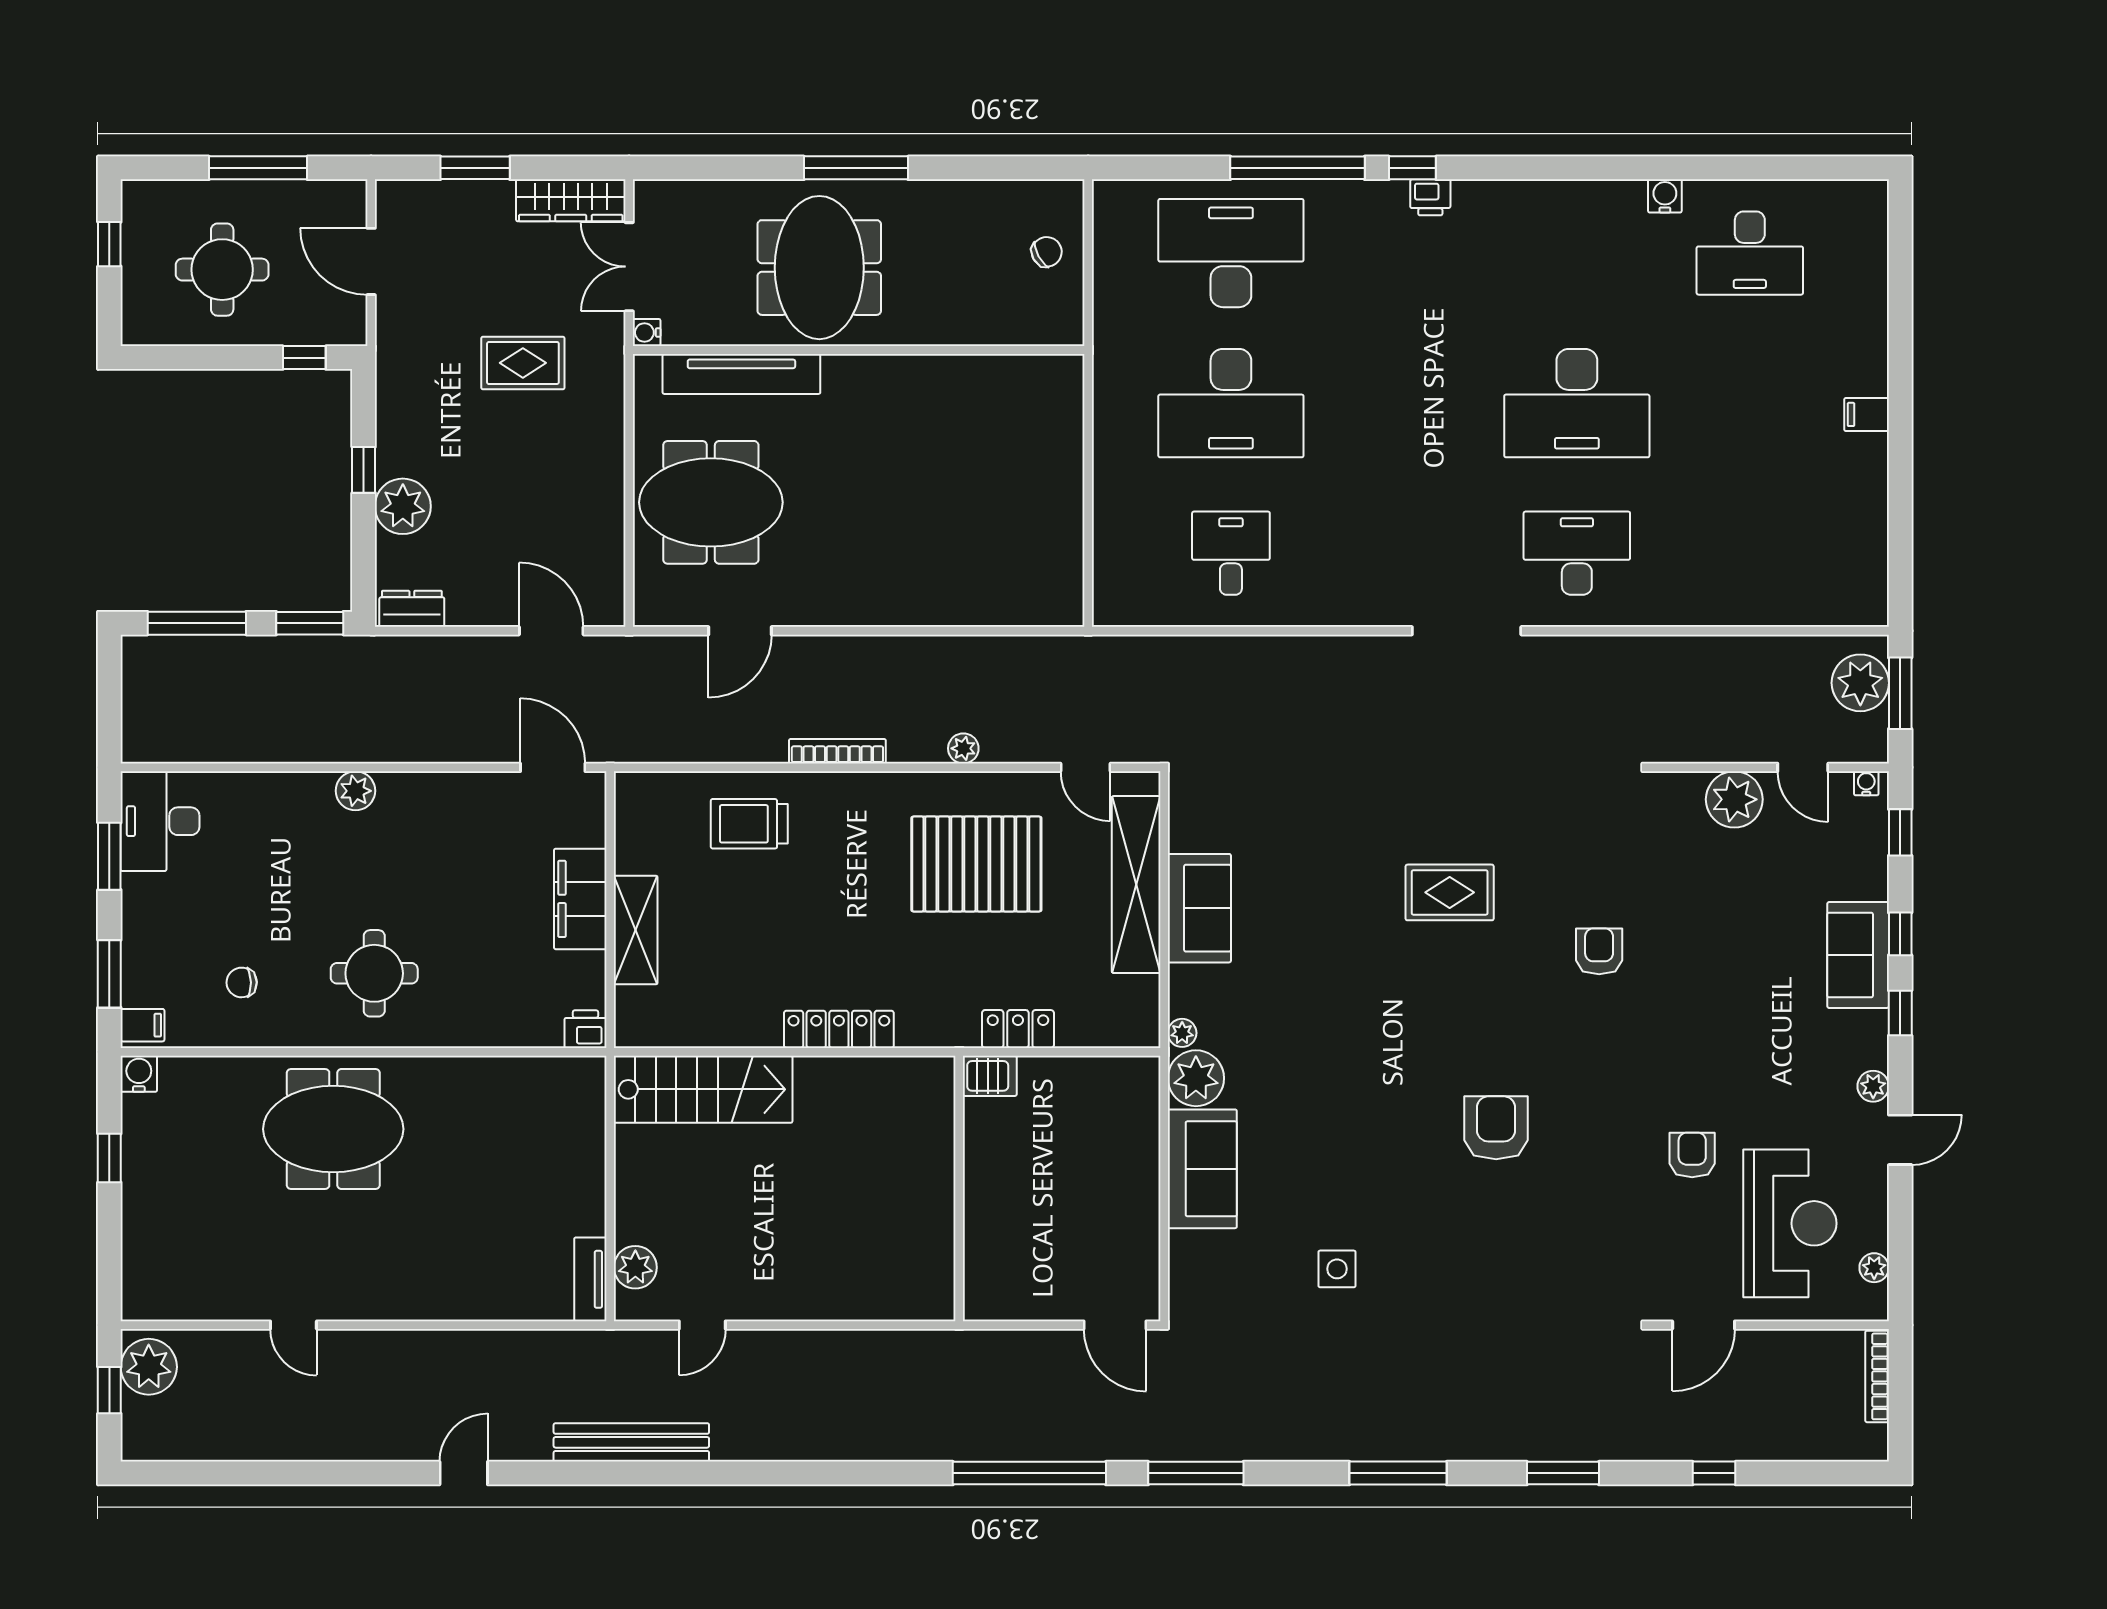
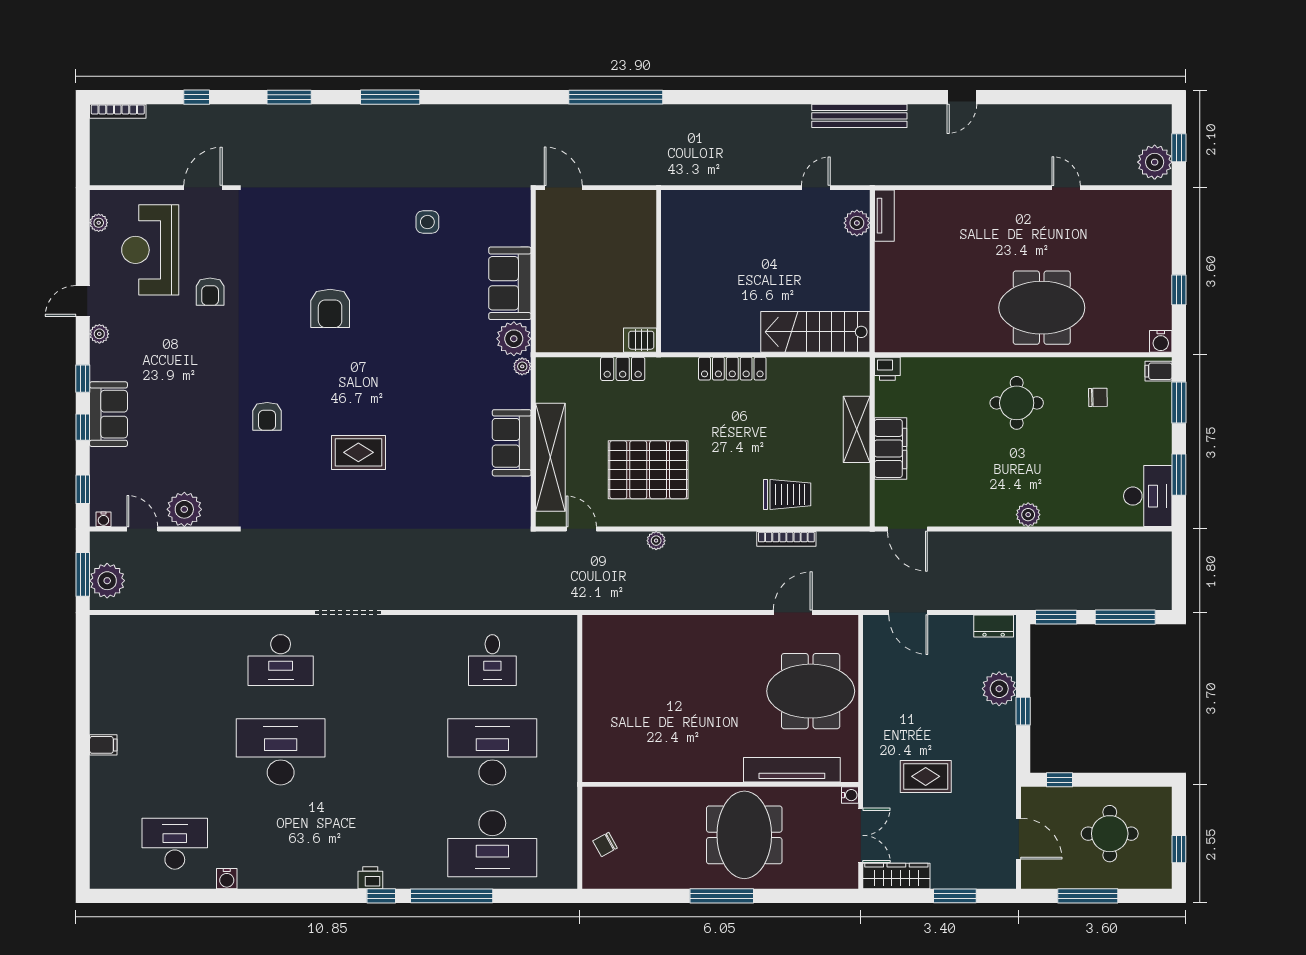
bookcase: (837, 751) -> (786, 539), moved
bookcase: (1877, 1376) -> (118, 111), moved, turned 90
window: (1196, 1473) -> (514, 97), removed

